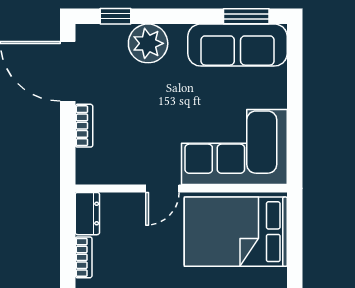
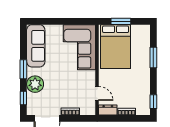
window: (246, 16) -> (23, 69), moved
door: (162, 188) -> (97, 93), moved
window: (295, 244) -> (121, 21), added

